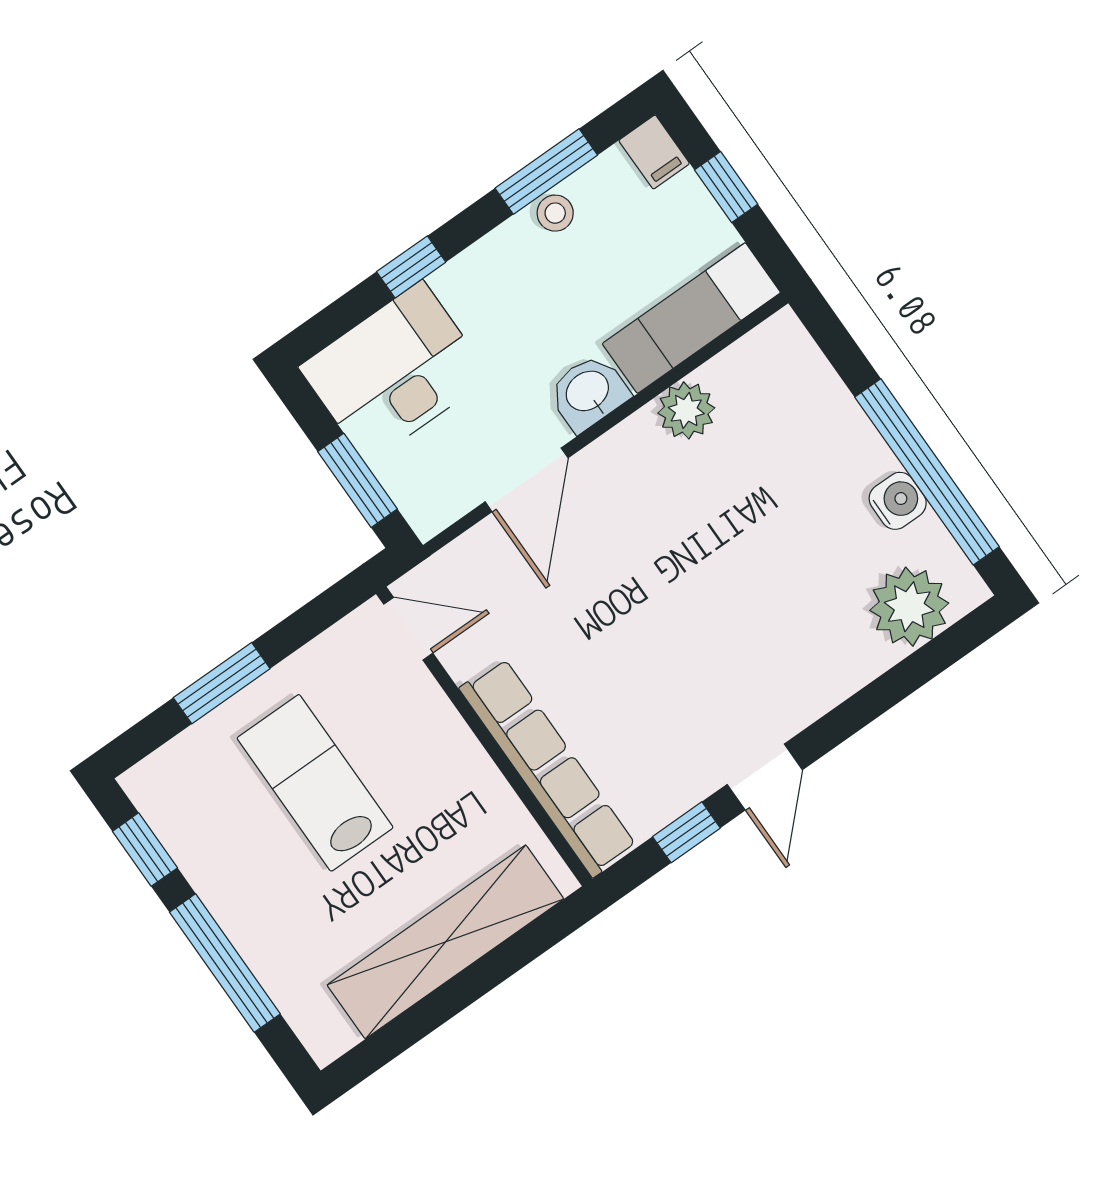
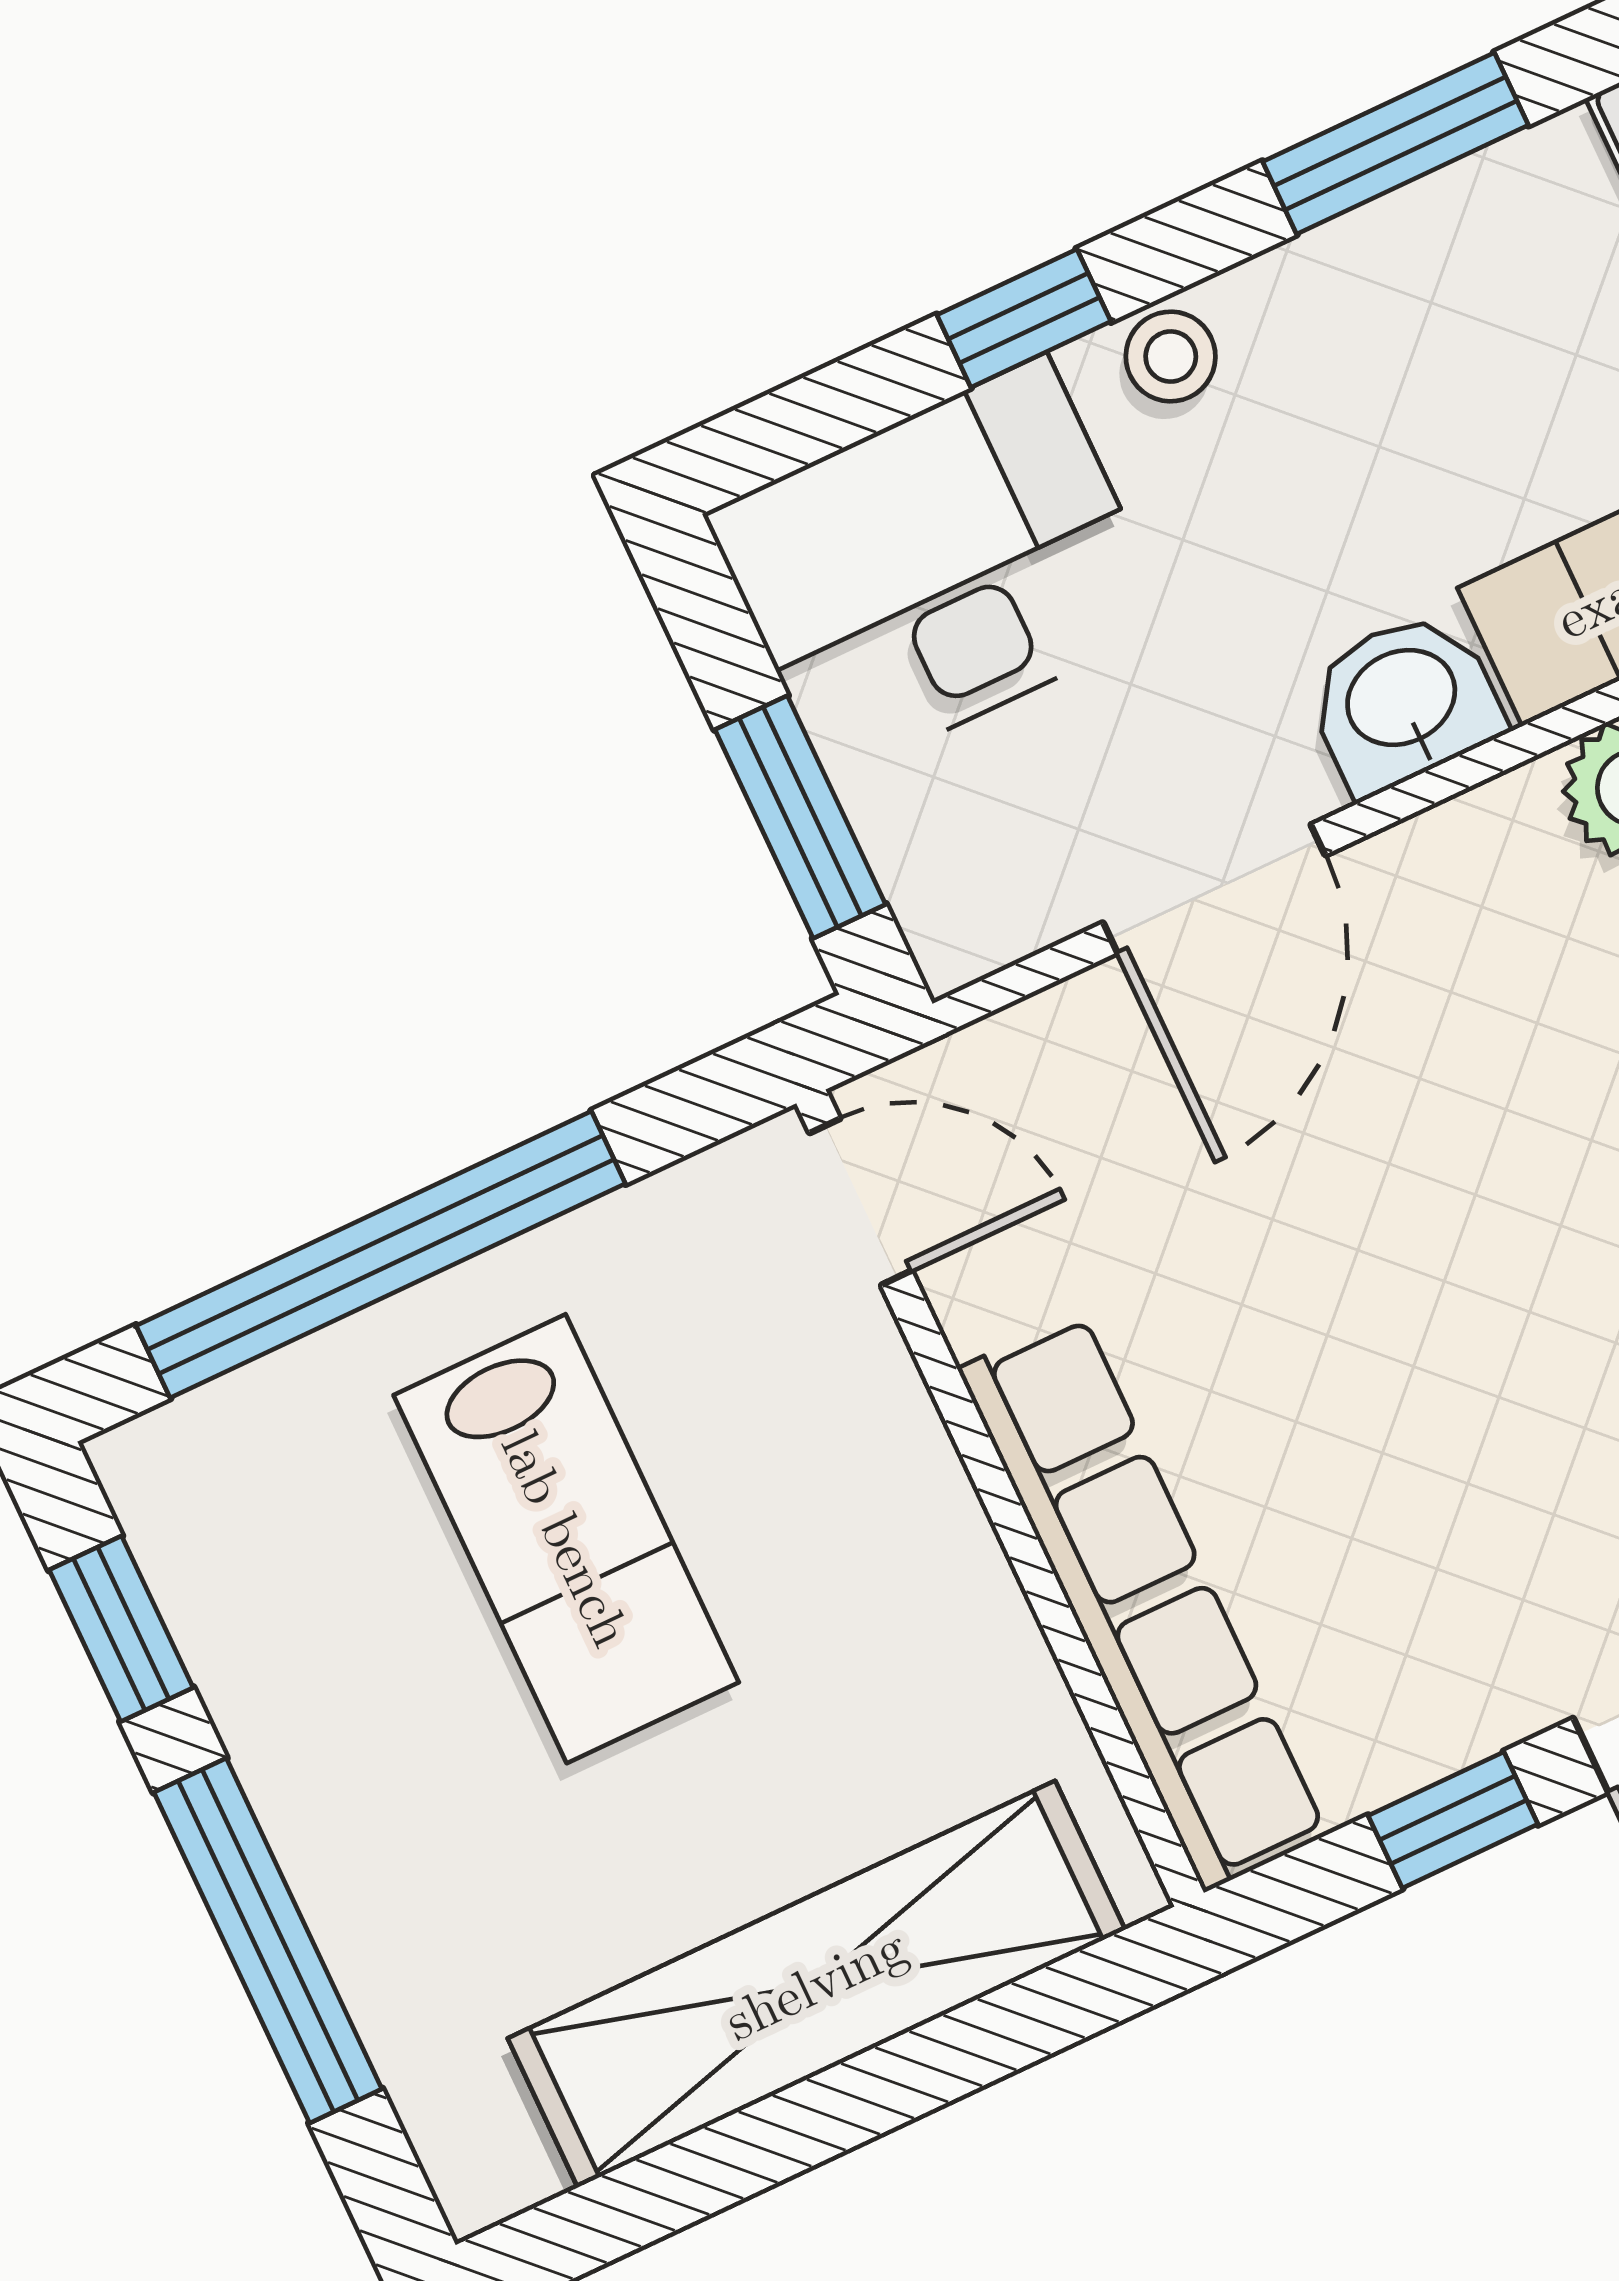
stool: (555, 213) -> (1171, 357), moved
window: (222, 683) -> (381, 1255), width x2.11
lab bench: (315, 783) -> (566, 1539), turned 180

